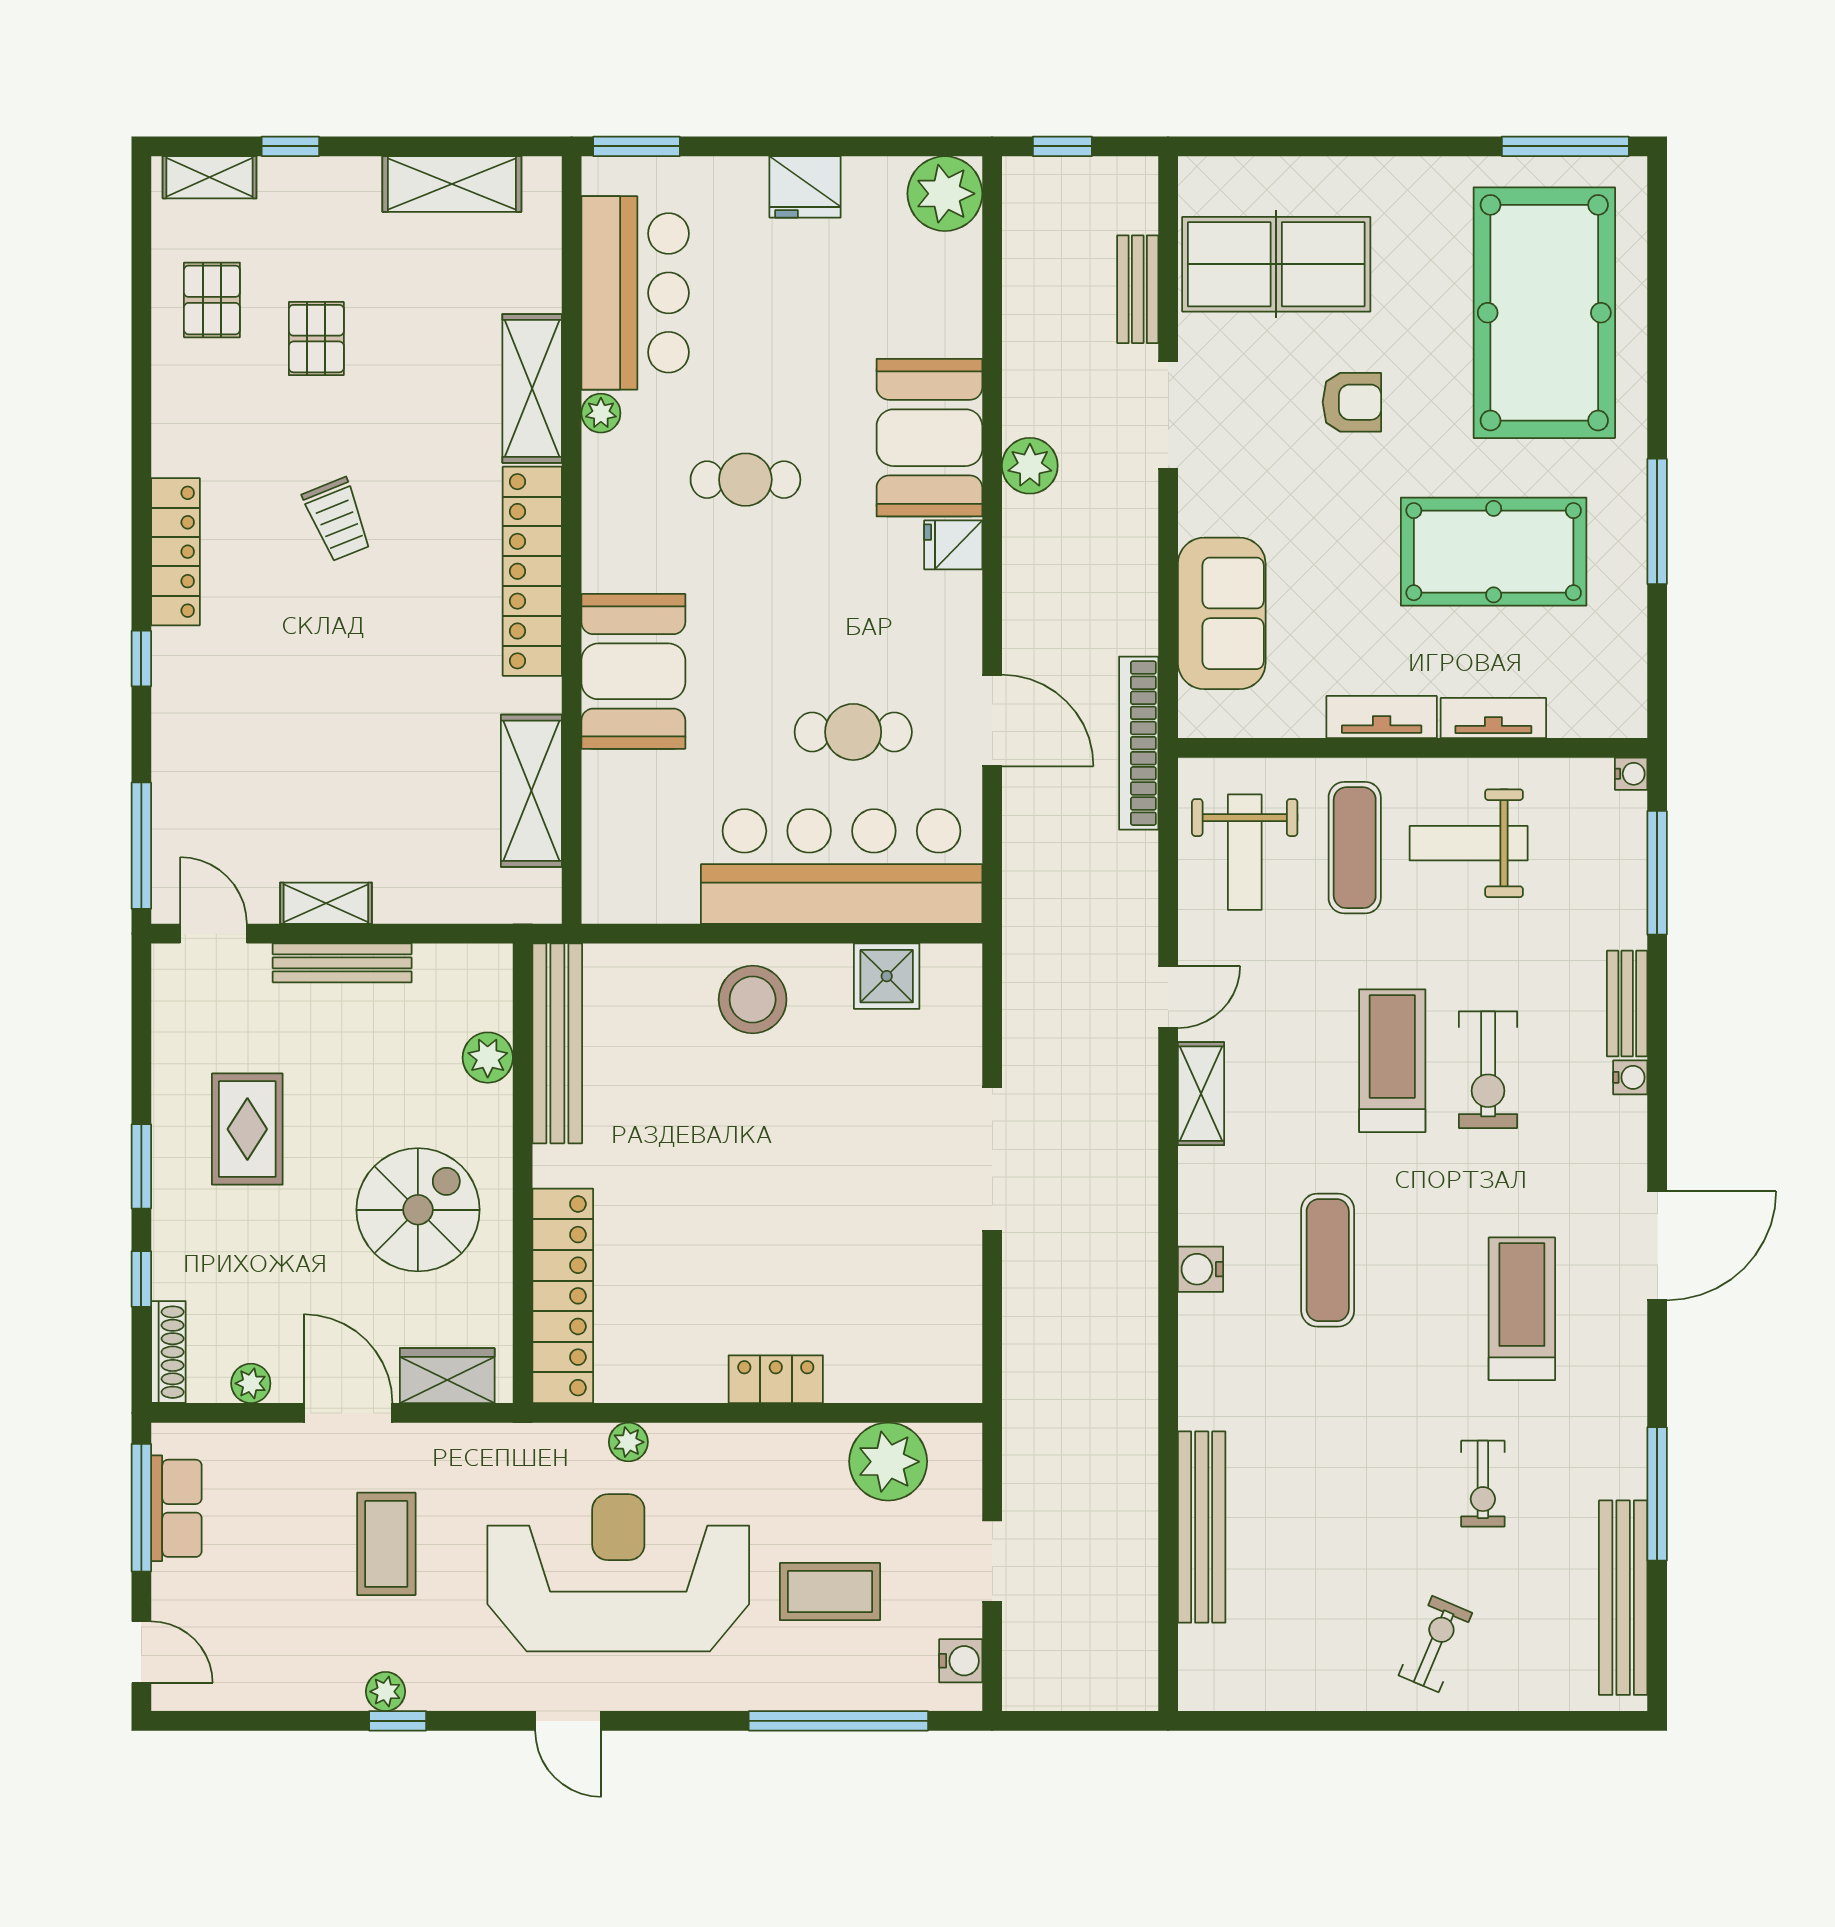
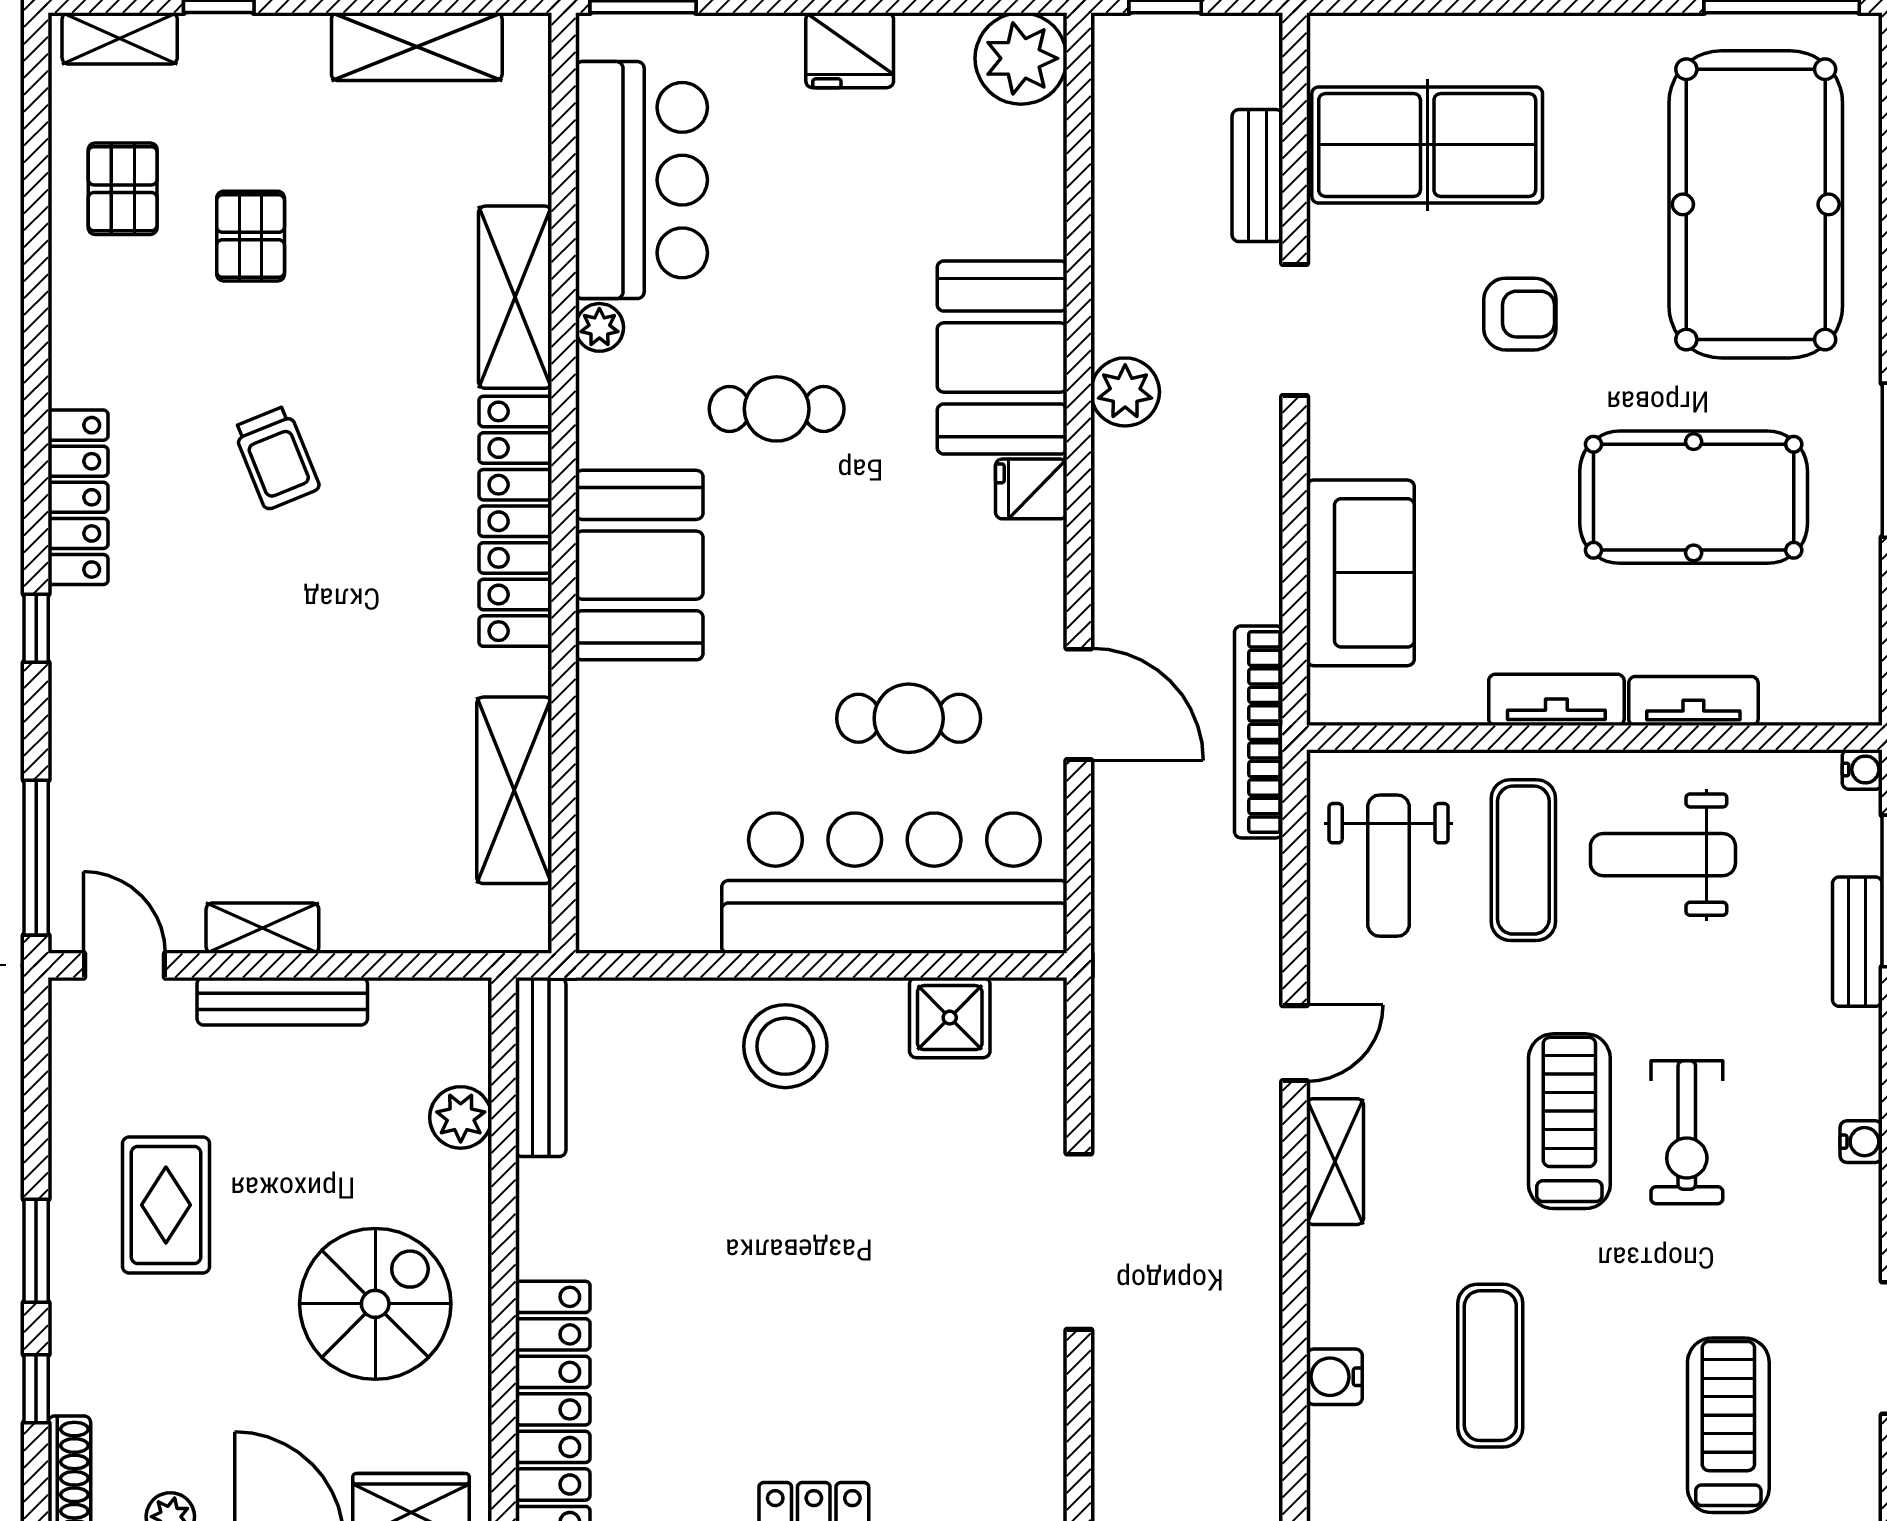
booth: (633, 671) -> (639, 565), moved
bench: (1627, 1004) -> (1857, 942), moved
bench: (557, 1043) -> (541, 1067), width x0.73, depth x0.82

